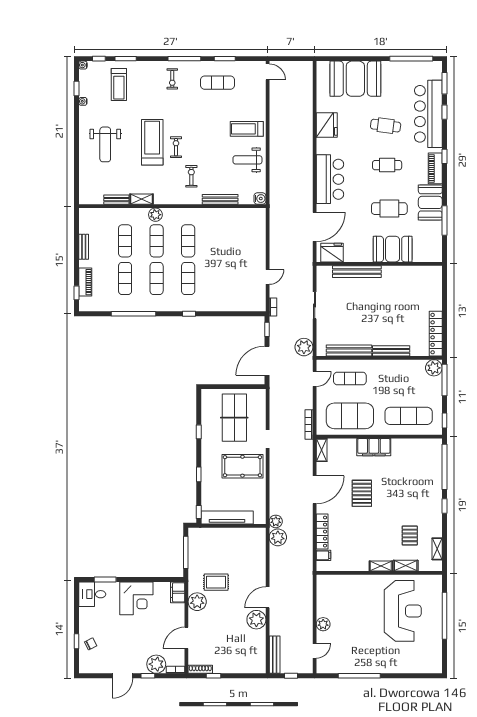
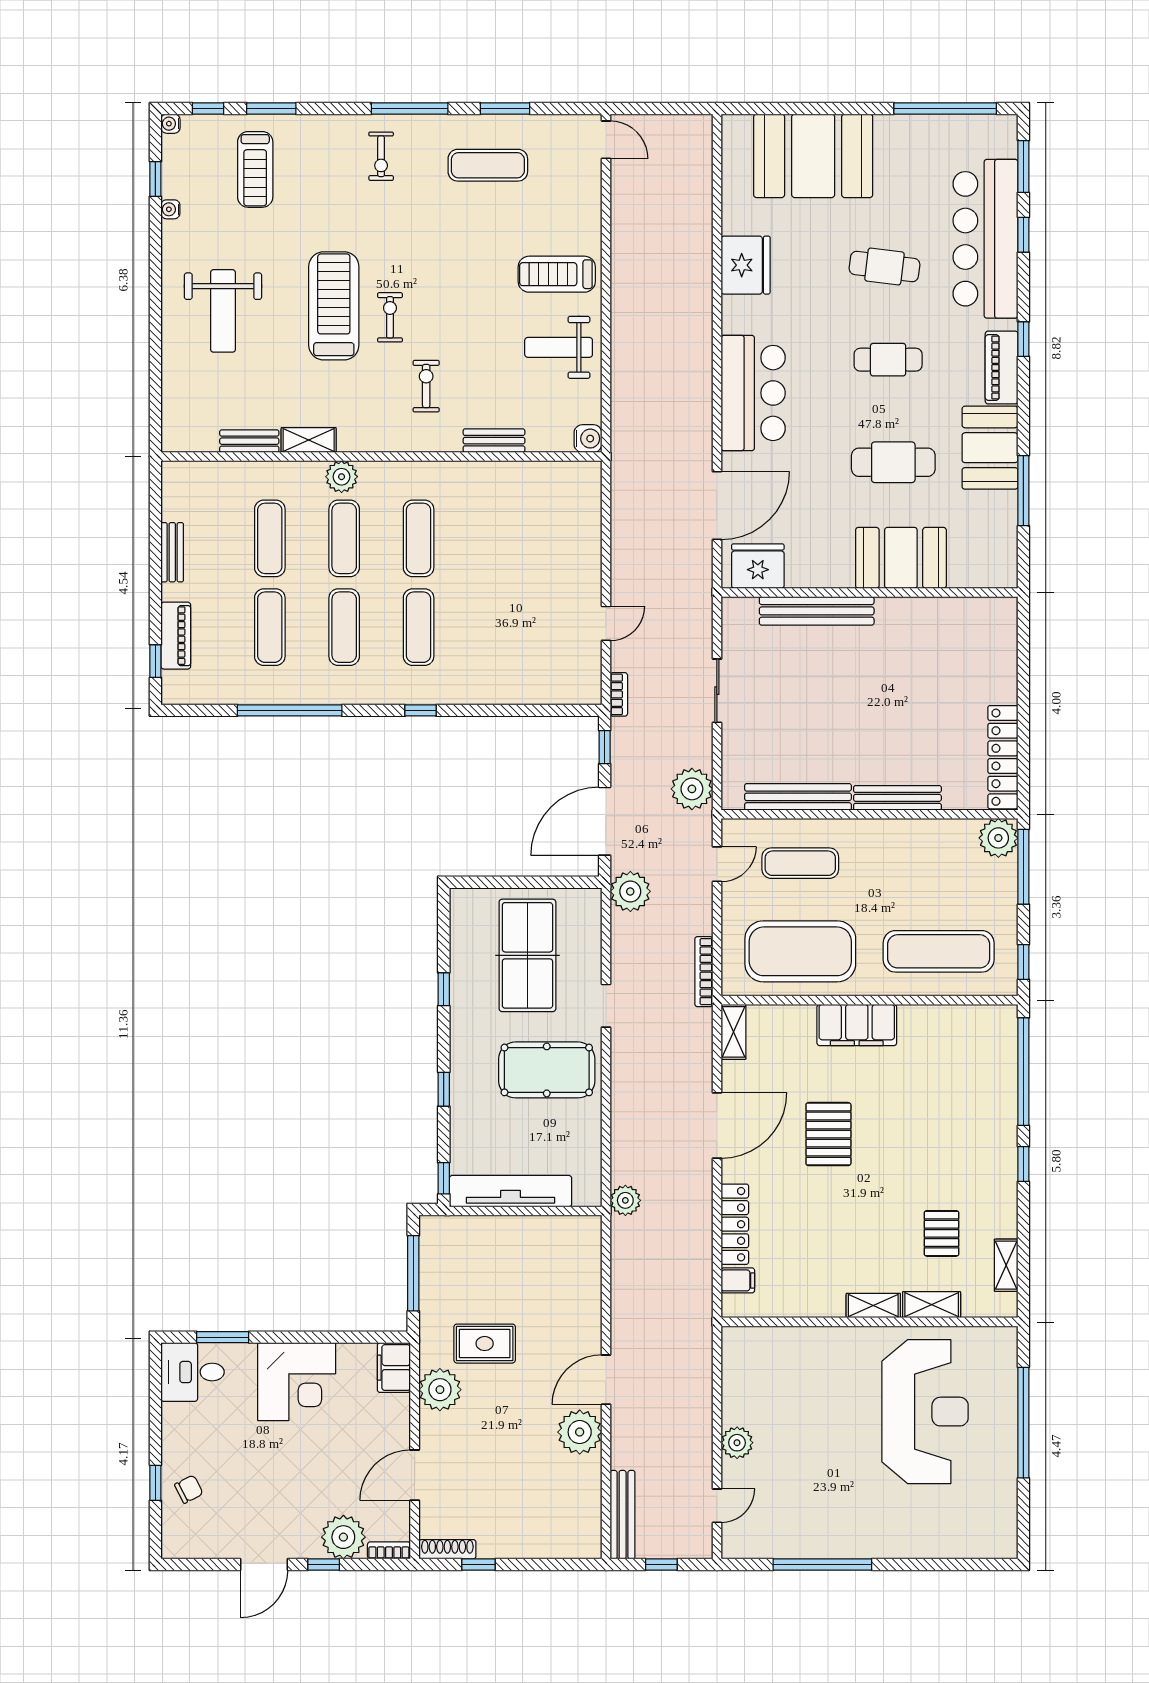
bench: (220, 199) -> (494, 441), width x0.73
plant: (278, 537) -> (630, 891), moved

